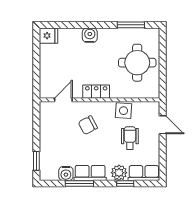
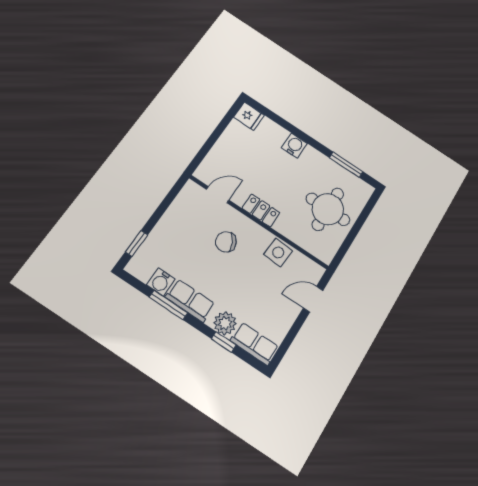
door: (163, 125) -> (313, 299), swing flipped
wheelchair: (130, 138) -> (265, 289), removed

